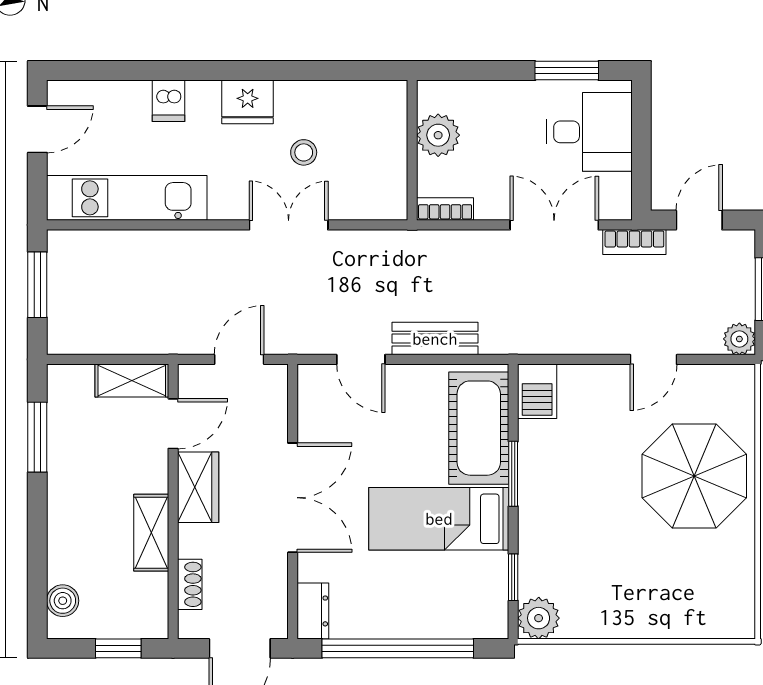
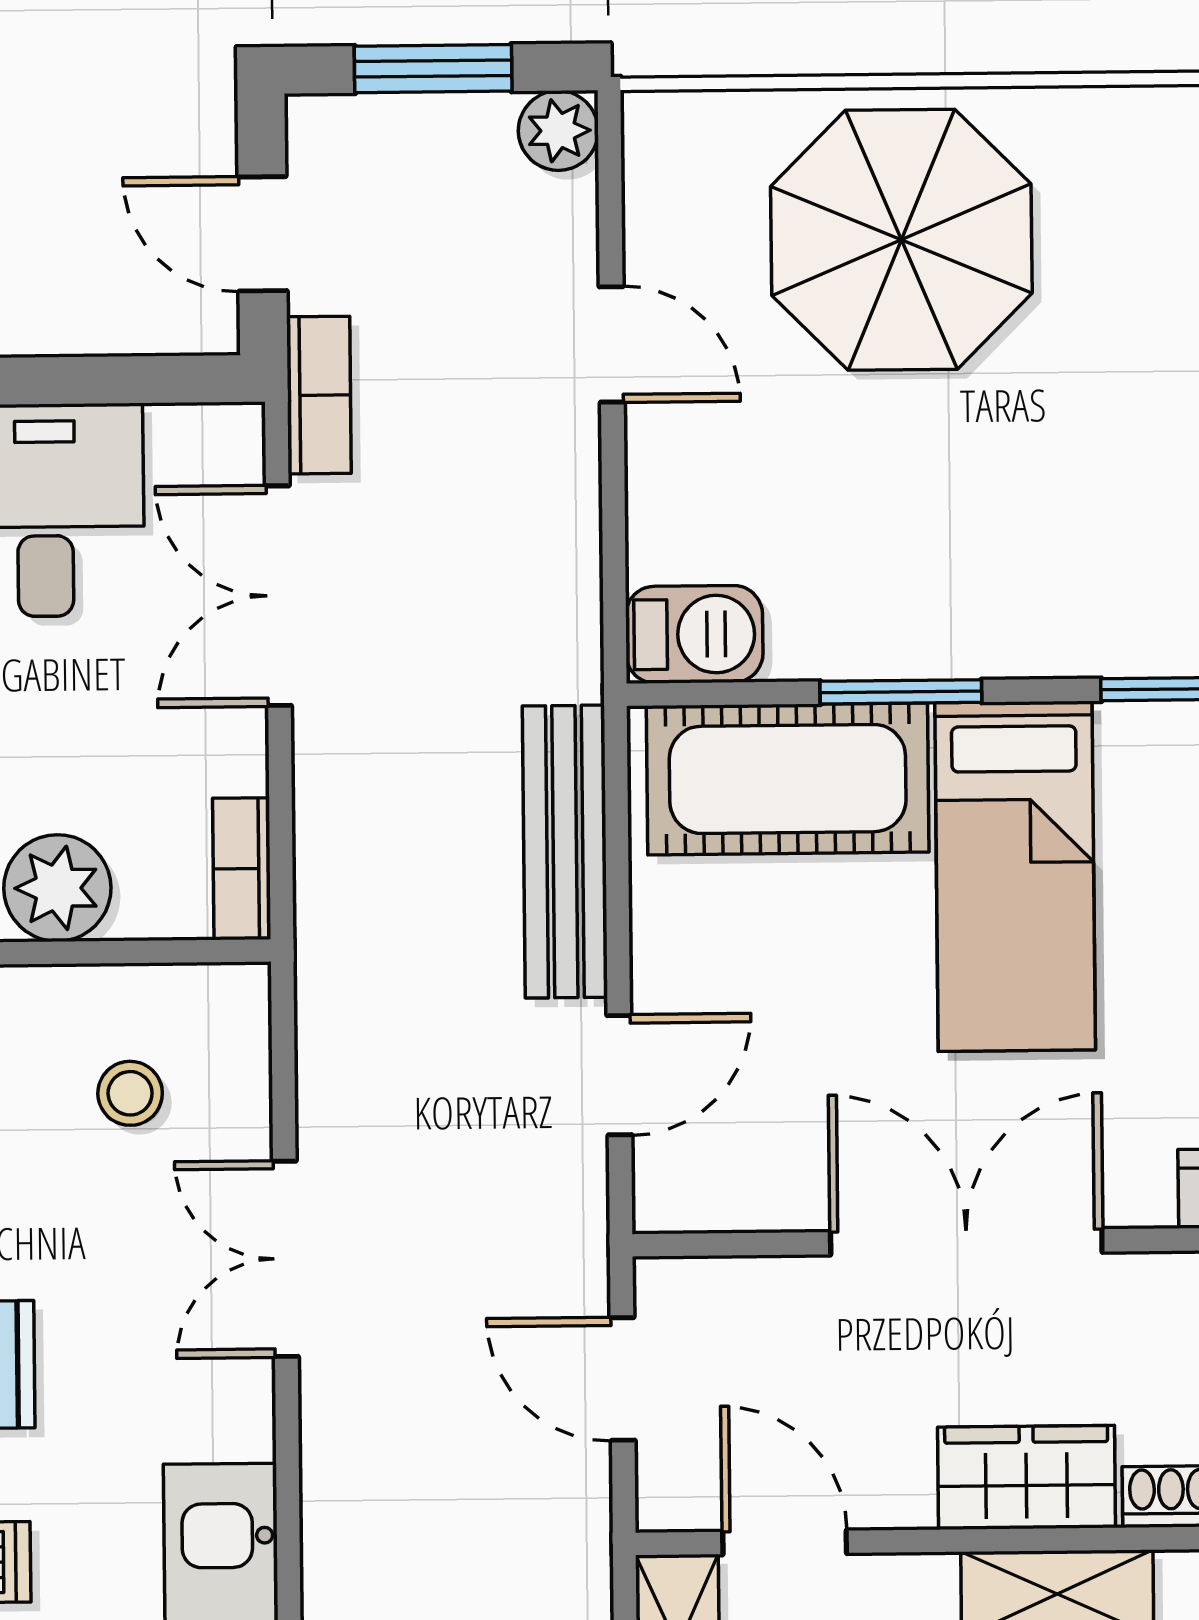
stool: (304, 152) -> (130, 1093), moved
bench: (435, 339) -> (565, 852), width x1.36
wardrobe: (198, 487) -> (1026, 1477), moved

